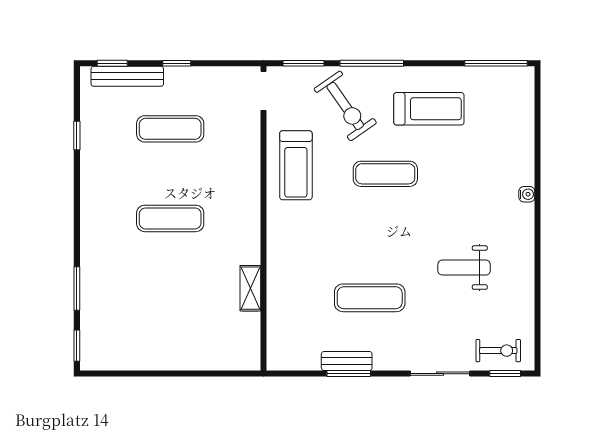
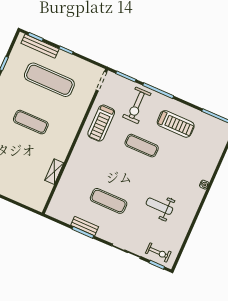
exercise bike: (345, 106) -> (137, 105), turned 35
exercise mat: (170, 129) -> (49, 80), width x1.36, depth x1.45

